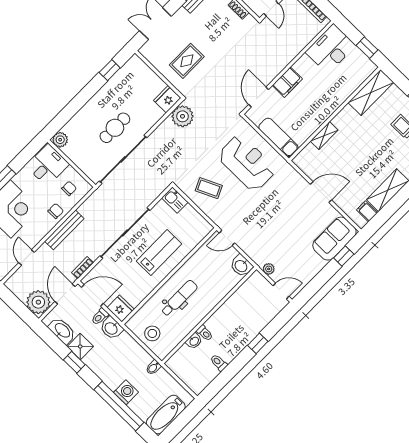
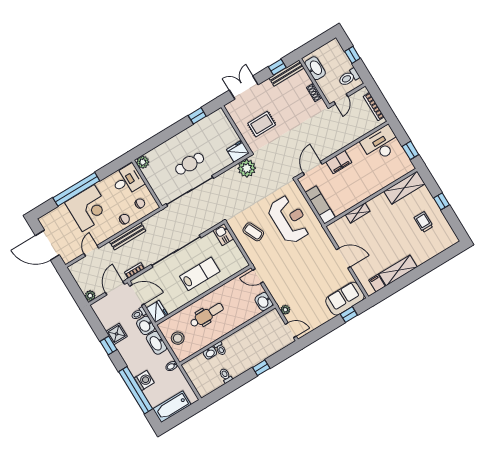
plant: (38, 302) -> (90, 296), width x0.53, depth x0.53
washbasin: (62, 331) -> (157, 343), moved, turned 180

